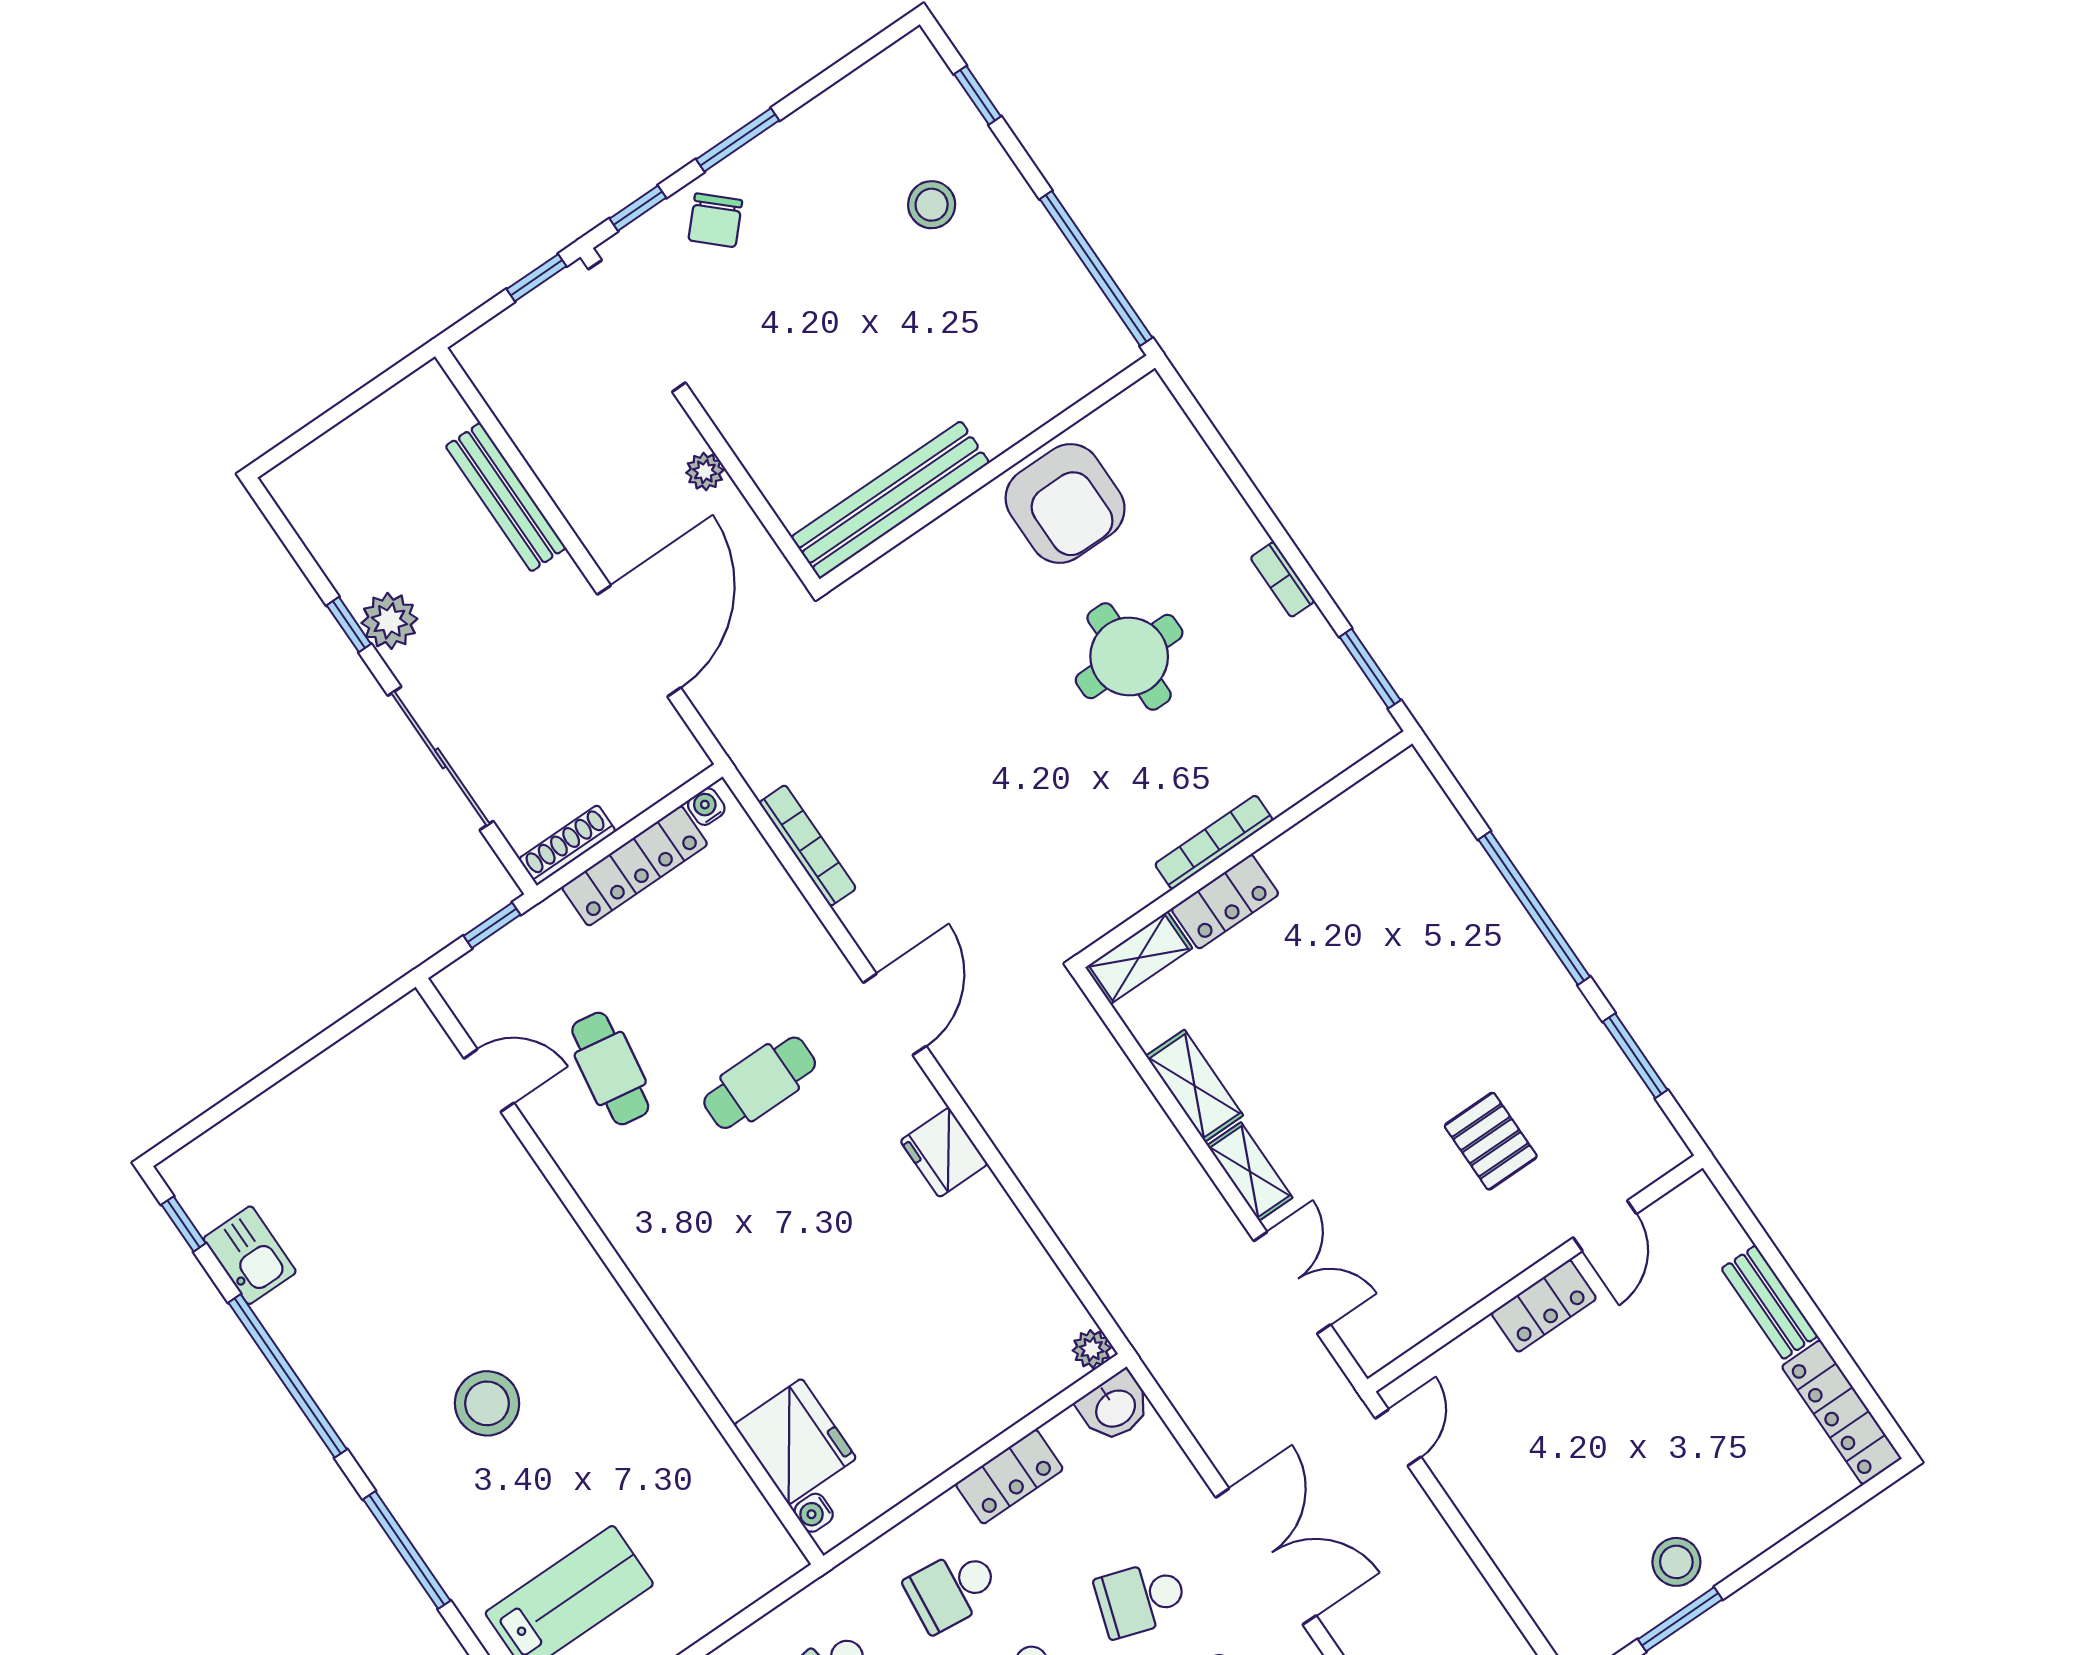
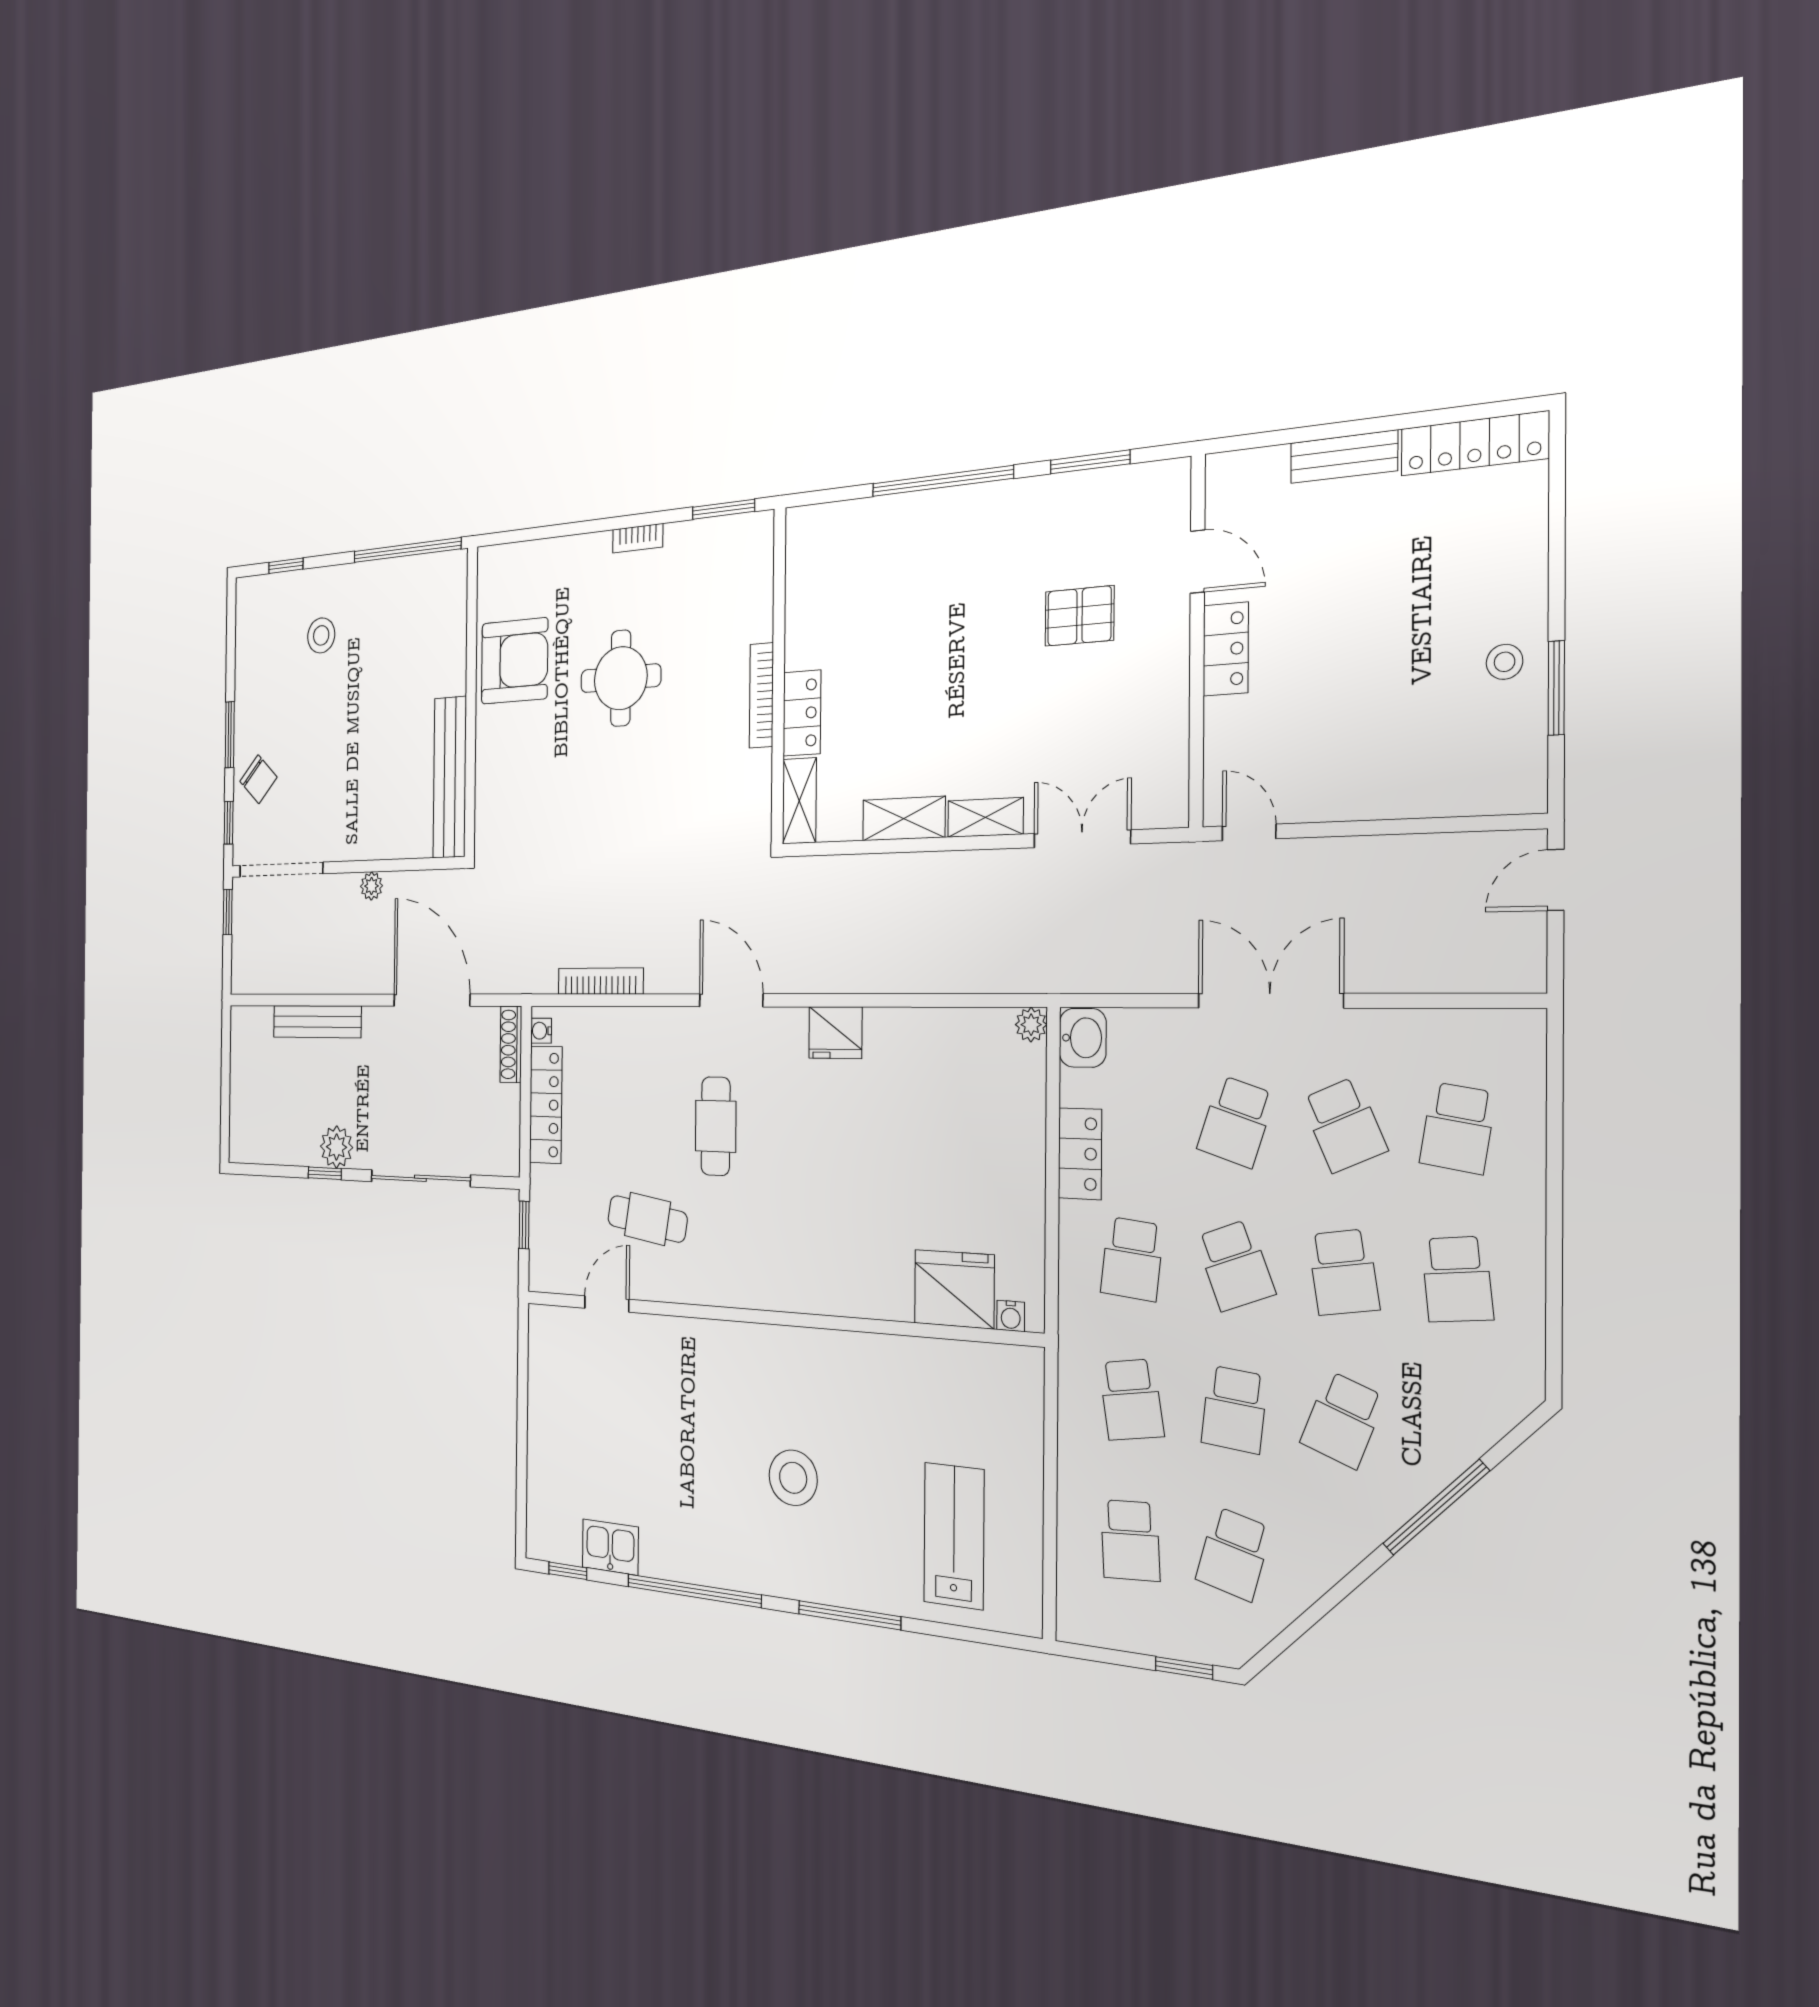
shoe rack: (567, 845) -> (511, 1044), moved
stool: (1676, 1562) -> (1505, 662), width x0.73, depth x0.73

